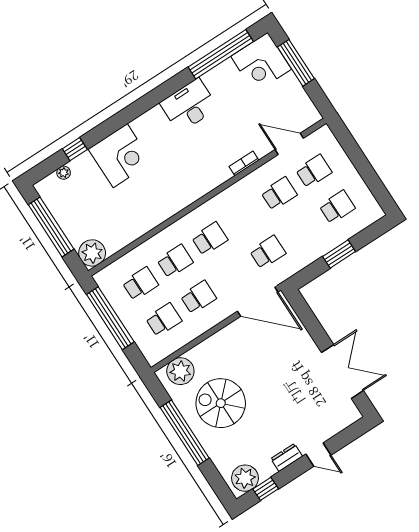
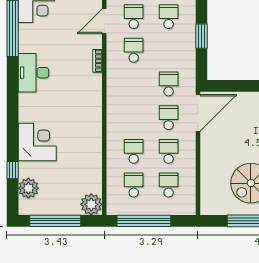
plant: (64, 173) -> (28, 188), width x1.88, depth x1.88
school desk: (210, 239) -> (169, 118), moved
plant: (180, 371) -> (211, 196), removed

